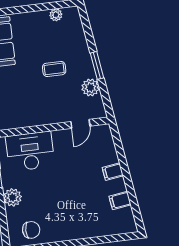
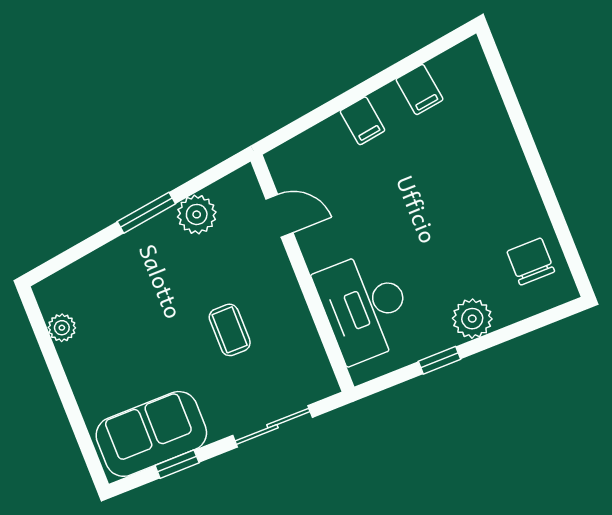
coffee table: (54, 69) -> (230, 330), moved

